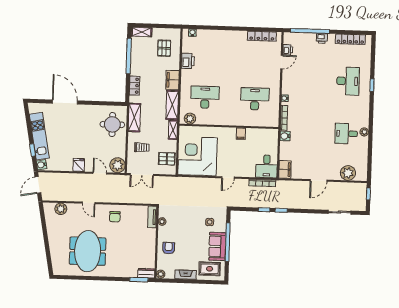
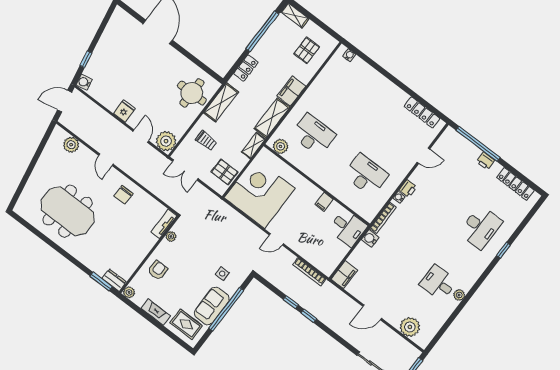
printer: (288, 50) -> (408, 189), moved
printer: (188, 61) -> (323, 82), removed
kitchen unit: (39, 136) -> (104, 49), removed
desk: (267, 166) -> (348, 228), moved, turned -90
meeting table: (88, 251) -> (68, 211), turned 90

